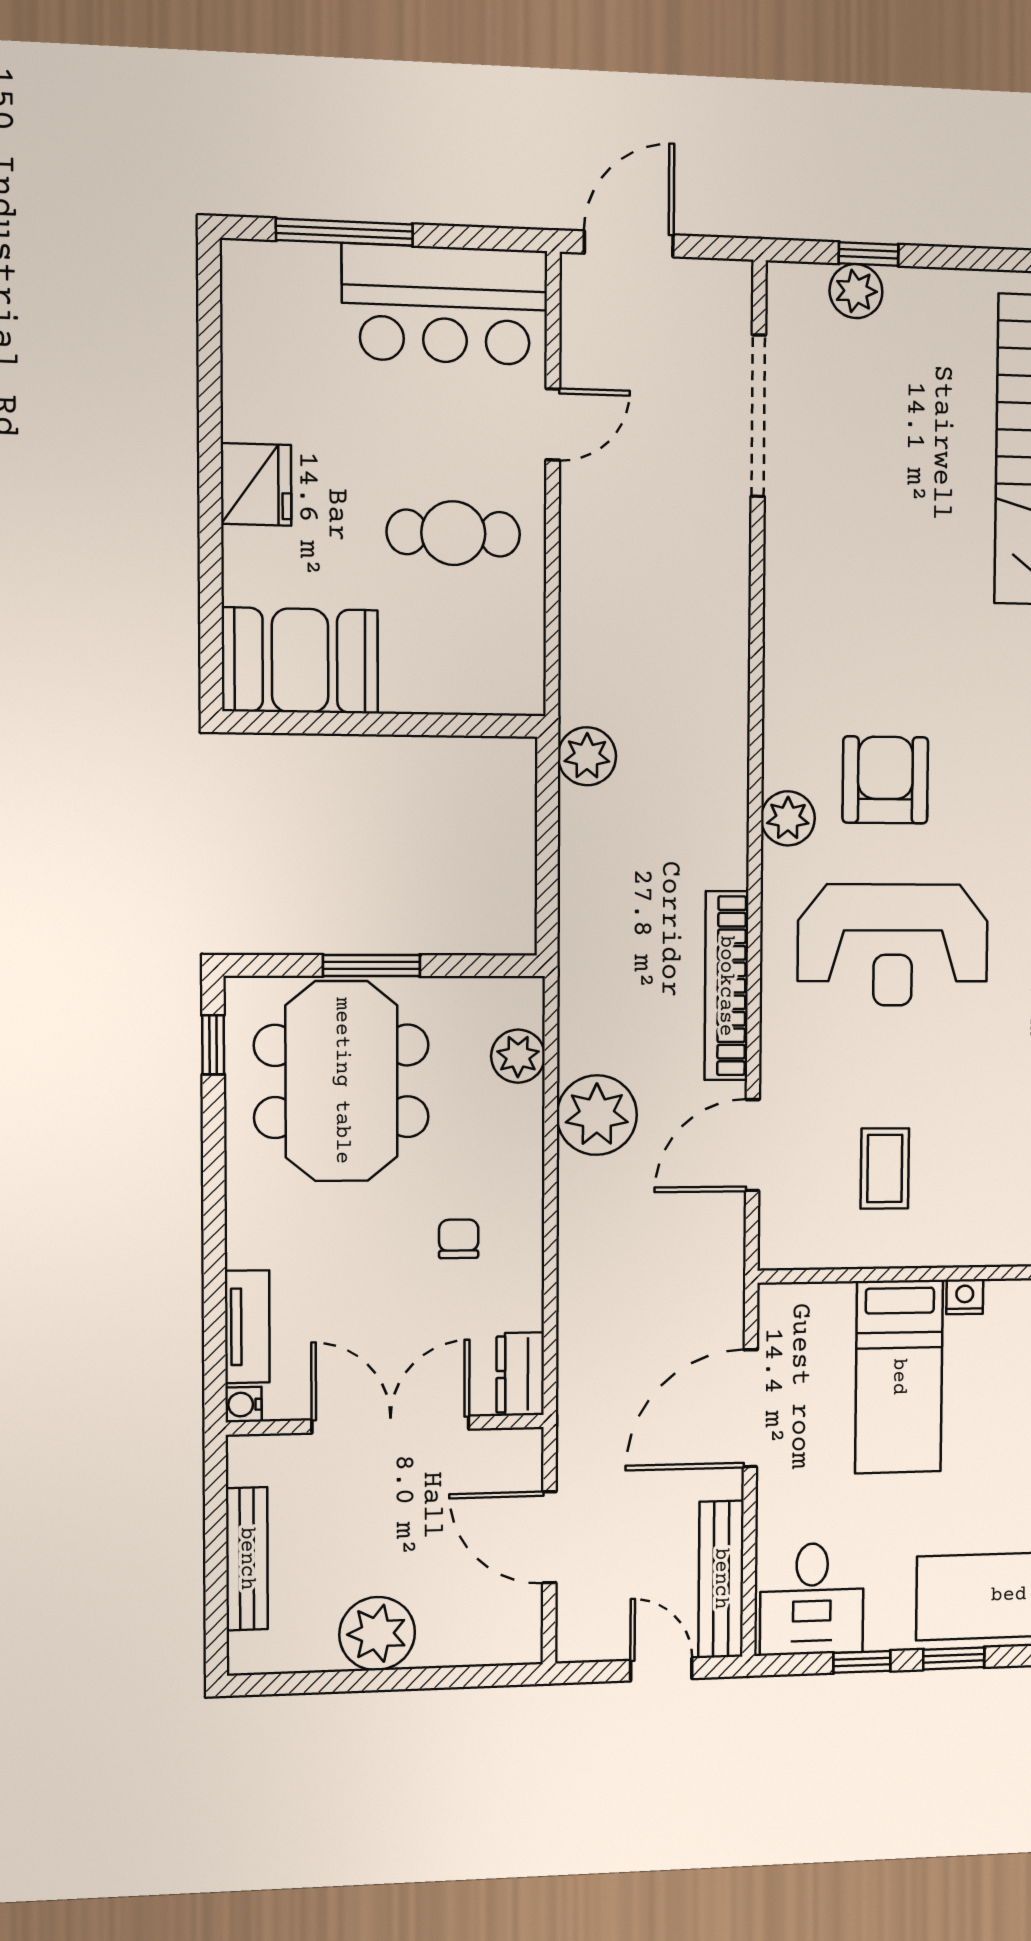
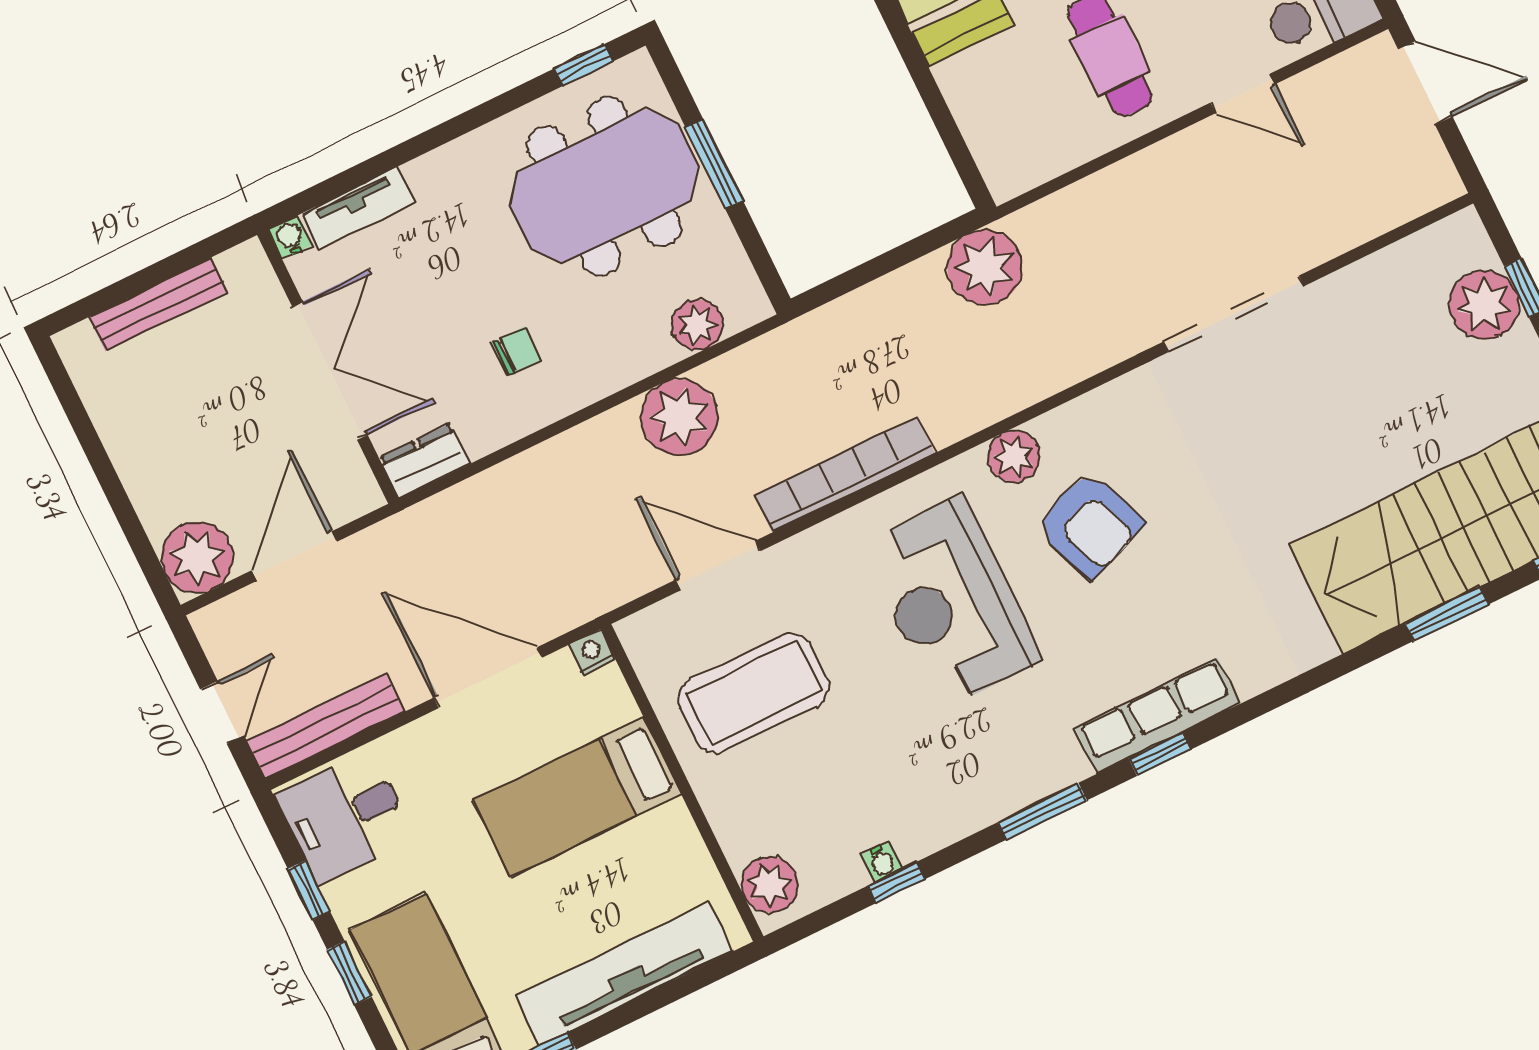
plant: (856, 291) -> (1484, 305), width x1.36, depth x1.36
doorway: (758, 416) -> (1233, 314), moved
plant: (587, 756) -> (985, 267), width x1.36, depth x1.36
armchair: (885, 780) -> (1089, 525), turned 69
coffee table: (885, 1168) -> (754, 693), width x1.86, depth x1.72
nightstand: (965, 1297) -> (592, 652), moved, turned -90
plant: (377, 1634) -> (197, 557), moved

